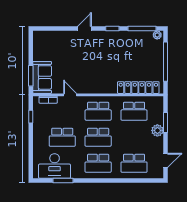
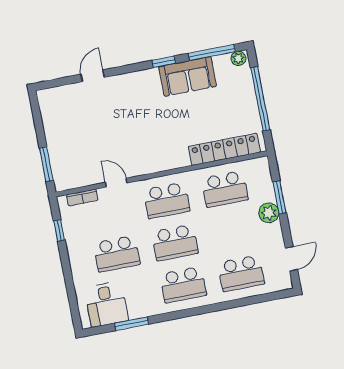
door: (85, 28) -> (92, 76), moved
sofa: (42, 77) -> (188, 76), moved, turned 90
desk: (55, 166) -> (106, 304), width x0.73

